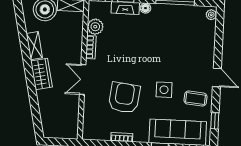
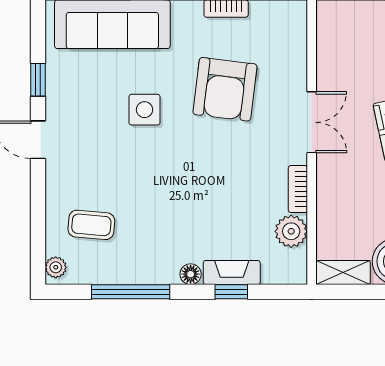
coffee table: (195, 99) -> (91, 225), moved
window: (215, 121) -> (38, 80), moved

